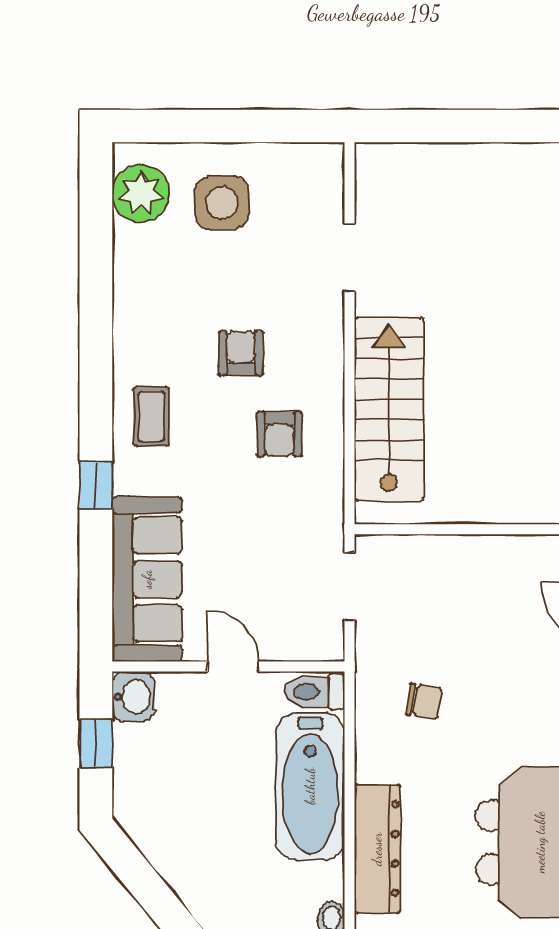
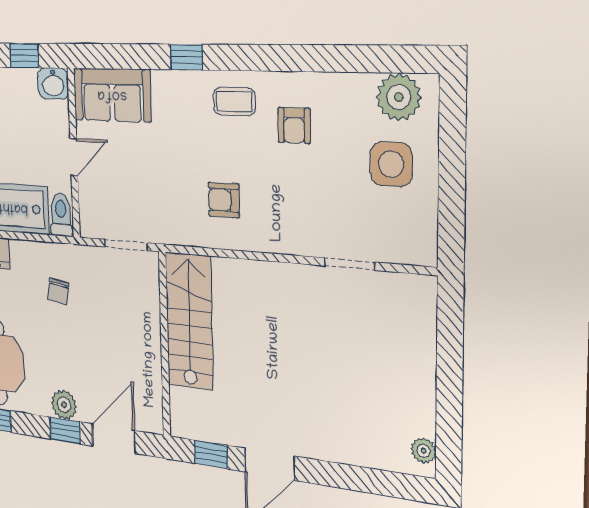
armchair: (241, 353) -> (294, 126), moved, turned 90
stairs: (389, 409) -> (189, 321), moved, turned -90
sofa: (147, 579) -> (112, 95), width x0.73

